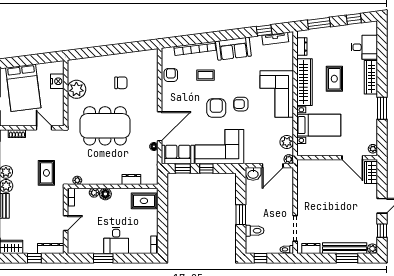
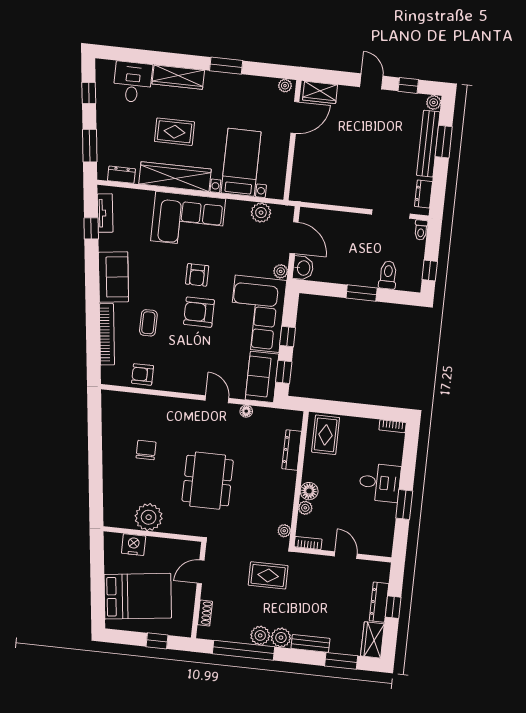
dining table: (105, 126) -> (208, 481), width x0.73, depth x0.80
door: (160, 126) -> (217, 399), width x0.53
plant: (289, 159) -> (281, 271), moved
dresser: (131, 179) -> (292, 450), width x1.44
dresser: (51, 248) -> (379, 602), moved

